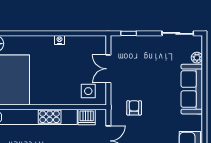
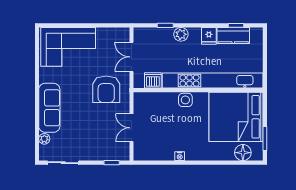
double door: (108, 69) -> (131, 128), swing flipped
side table: (88, 91) -> (185, 100), moved
armchair: (134, 108) -> (106, 89), width x1.88, depth x1.88

